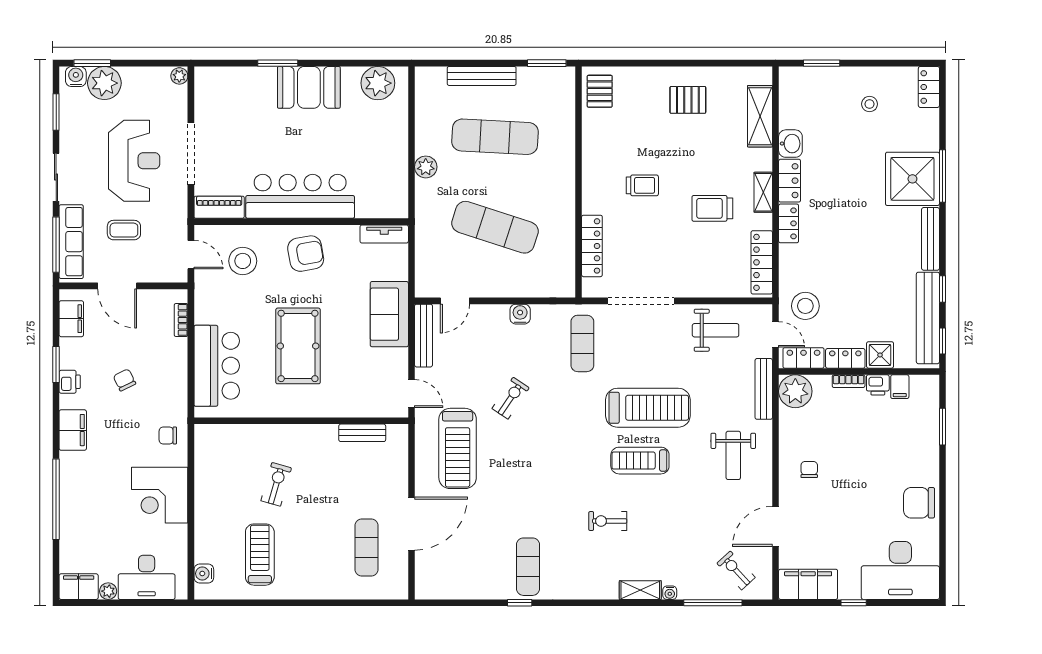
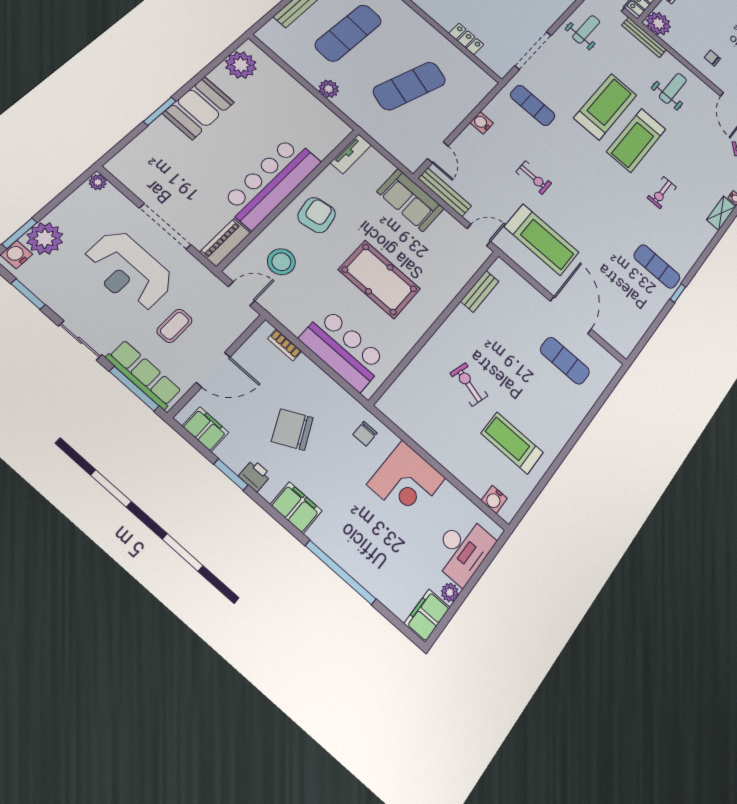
reception desk: (134, 161) -> (128, 271), turned 180
locker: (592, 246) -> (466, 39), width x0.66
chair: (124, 380) -> (292, 430), width x1.87, depth x1.87
exercise bike: (511, 398) -> (534, 178), turned 146
weight bench: (733, 455) -> (673, 88), turned -90
treadmill: (640, 461) -> (636, 140), width x1.37, depth x1.38

